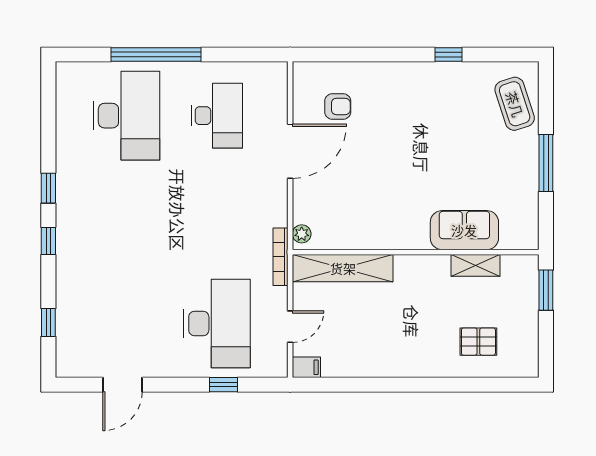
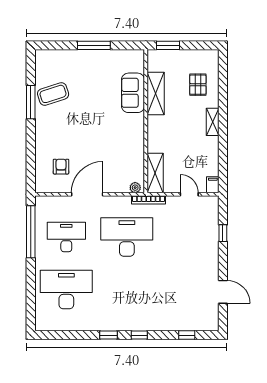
window: (156, 54) -> (31, 232), moved
window: (448, 54) -> (31, 102), width x2.17
coffee table: (515, 104) -> (53, 94), moved
door: (290, 151) -> (87, 194), hinge flipped
shelving: (475, 265) -> (156, 93), width x1.50, depth x1.33
shelving: (343, 268) -> (155, 173), width x0.68
desk: (217, 324) -> (127, 237), moved
shelving: (414, 367) -> (213, 122), added

